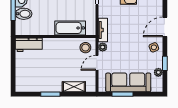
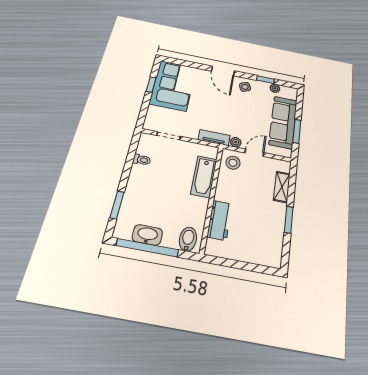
bidet: (24, 14) -> (188, 239), moved
workbench: (29, 45) -> (220, 220), moved
door: (97, 63) -> (254, 153), swing flipped

